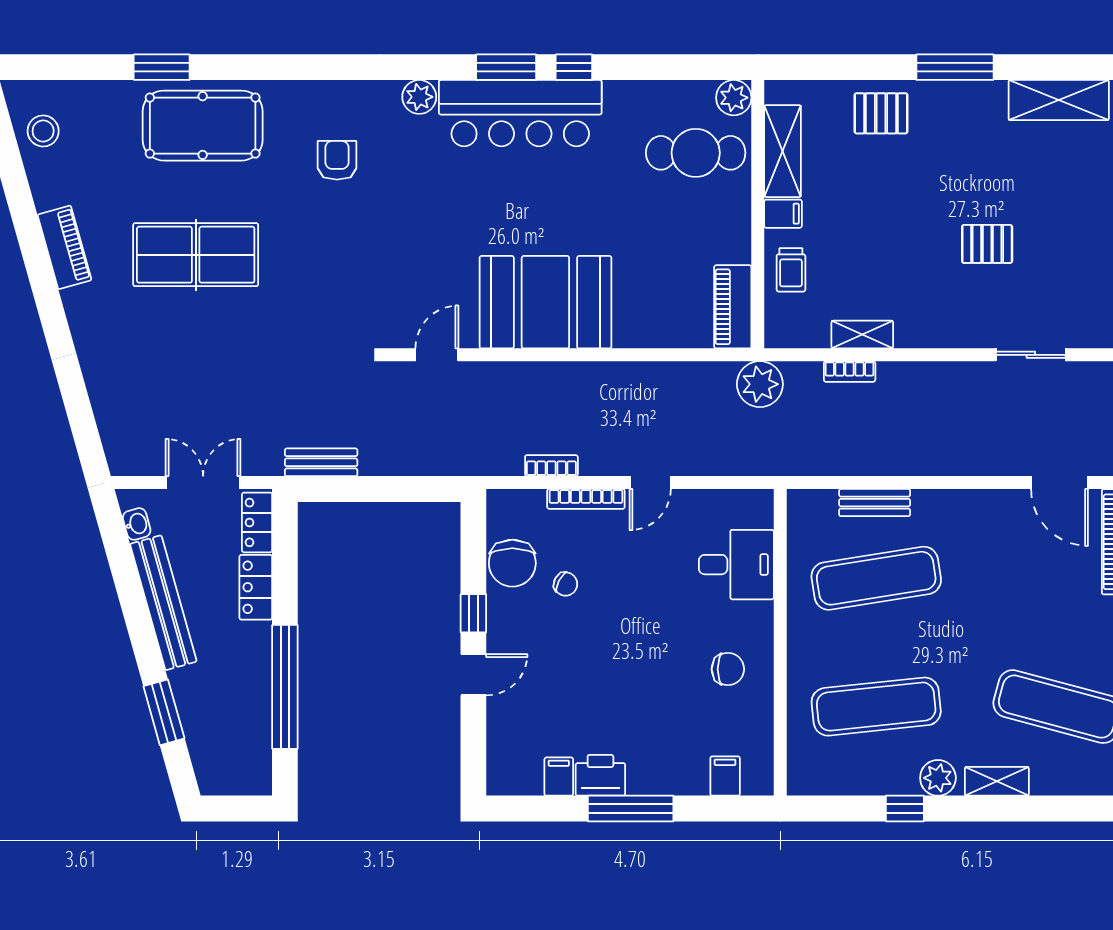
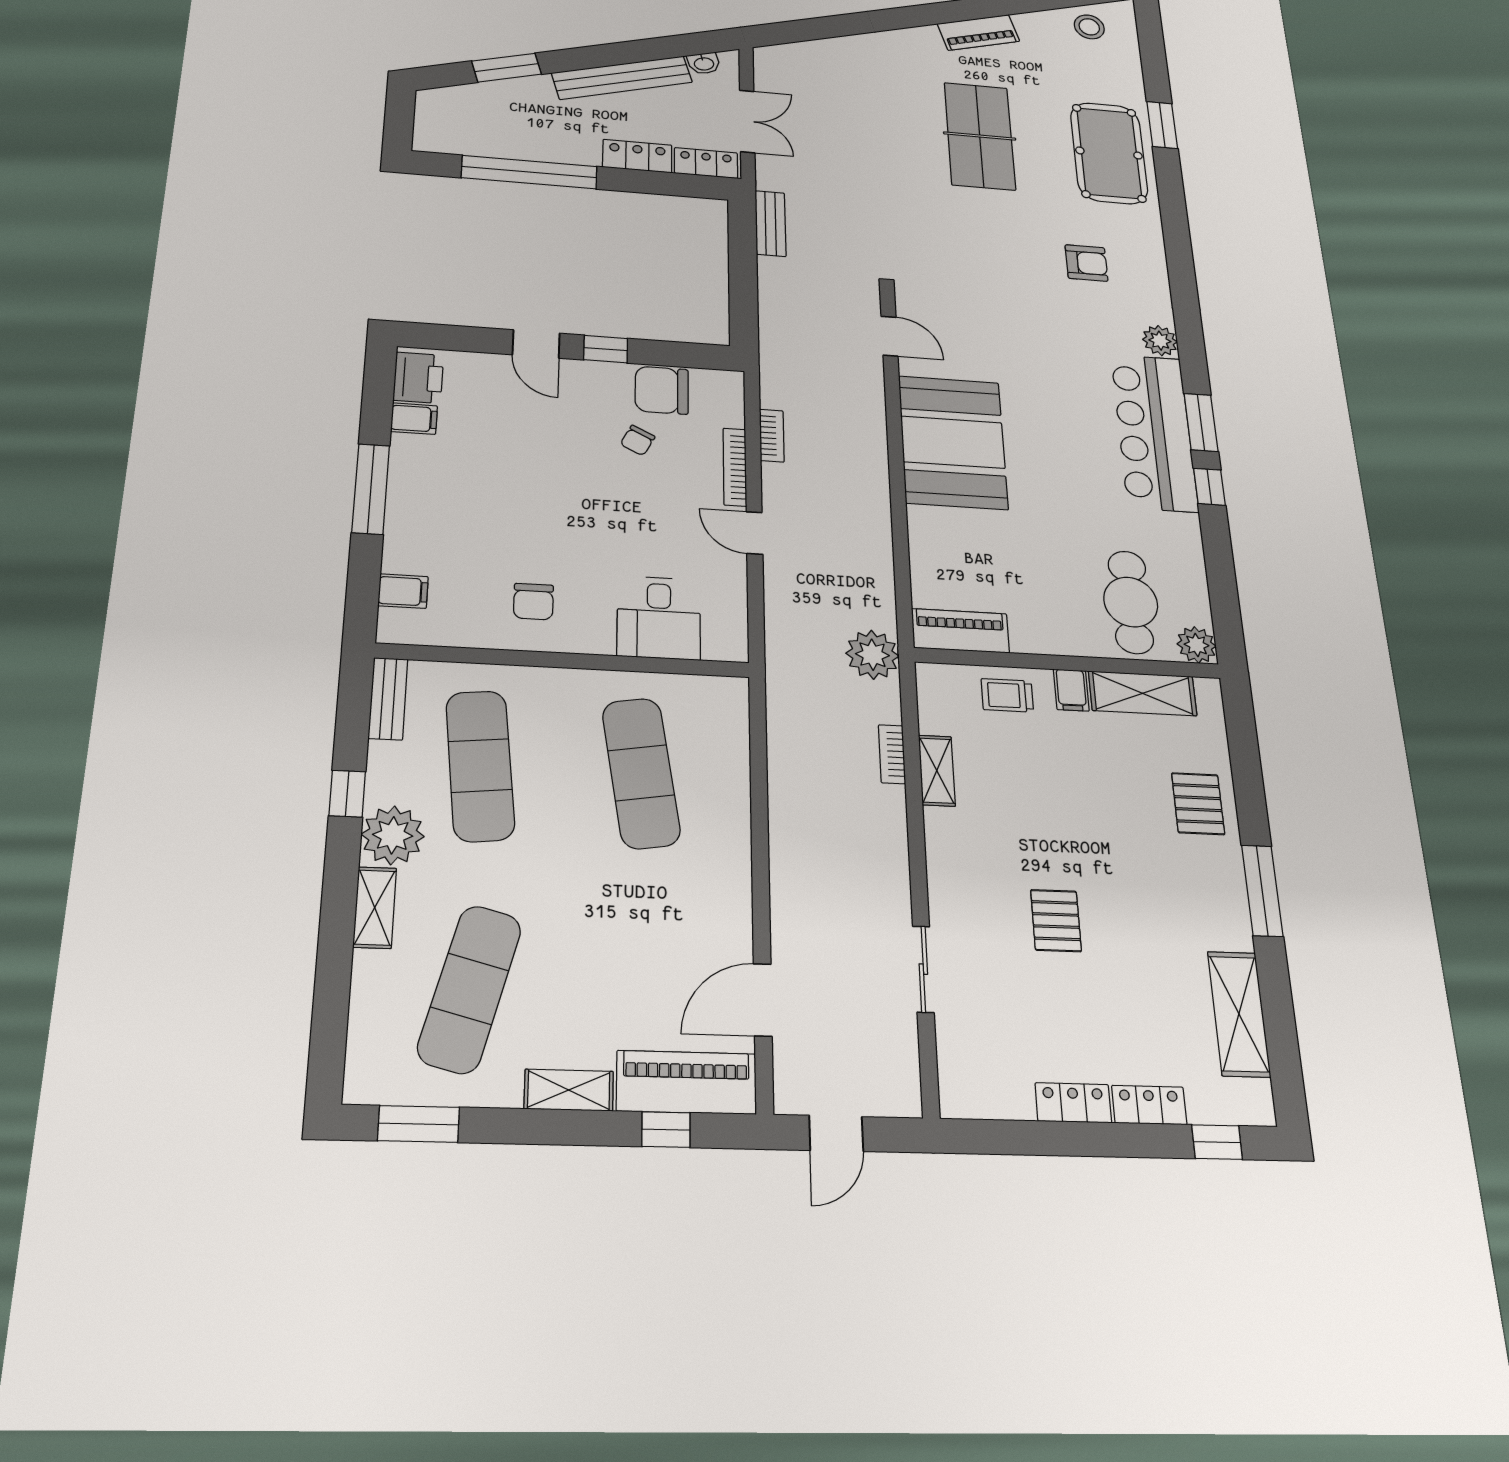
bench: (875, 503) -> (388, 699), moved
printer: (600, 775) -> (418, 378), moved
plant: (938, 778) -> (393, 835), width x1.36, depth x1.36

